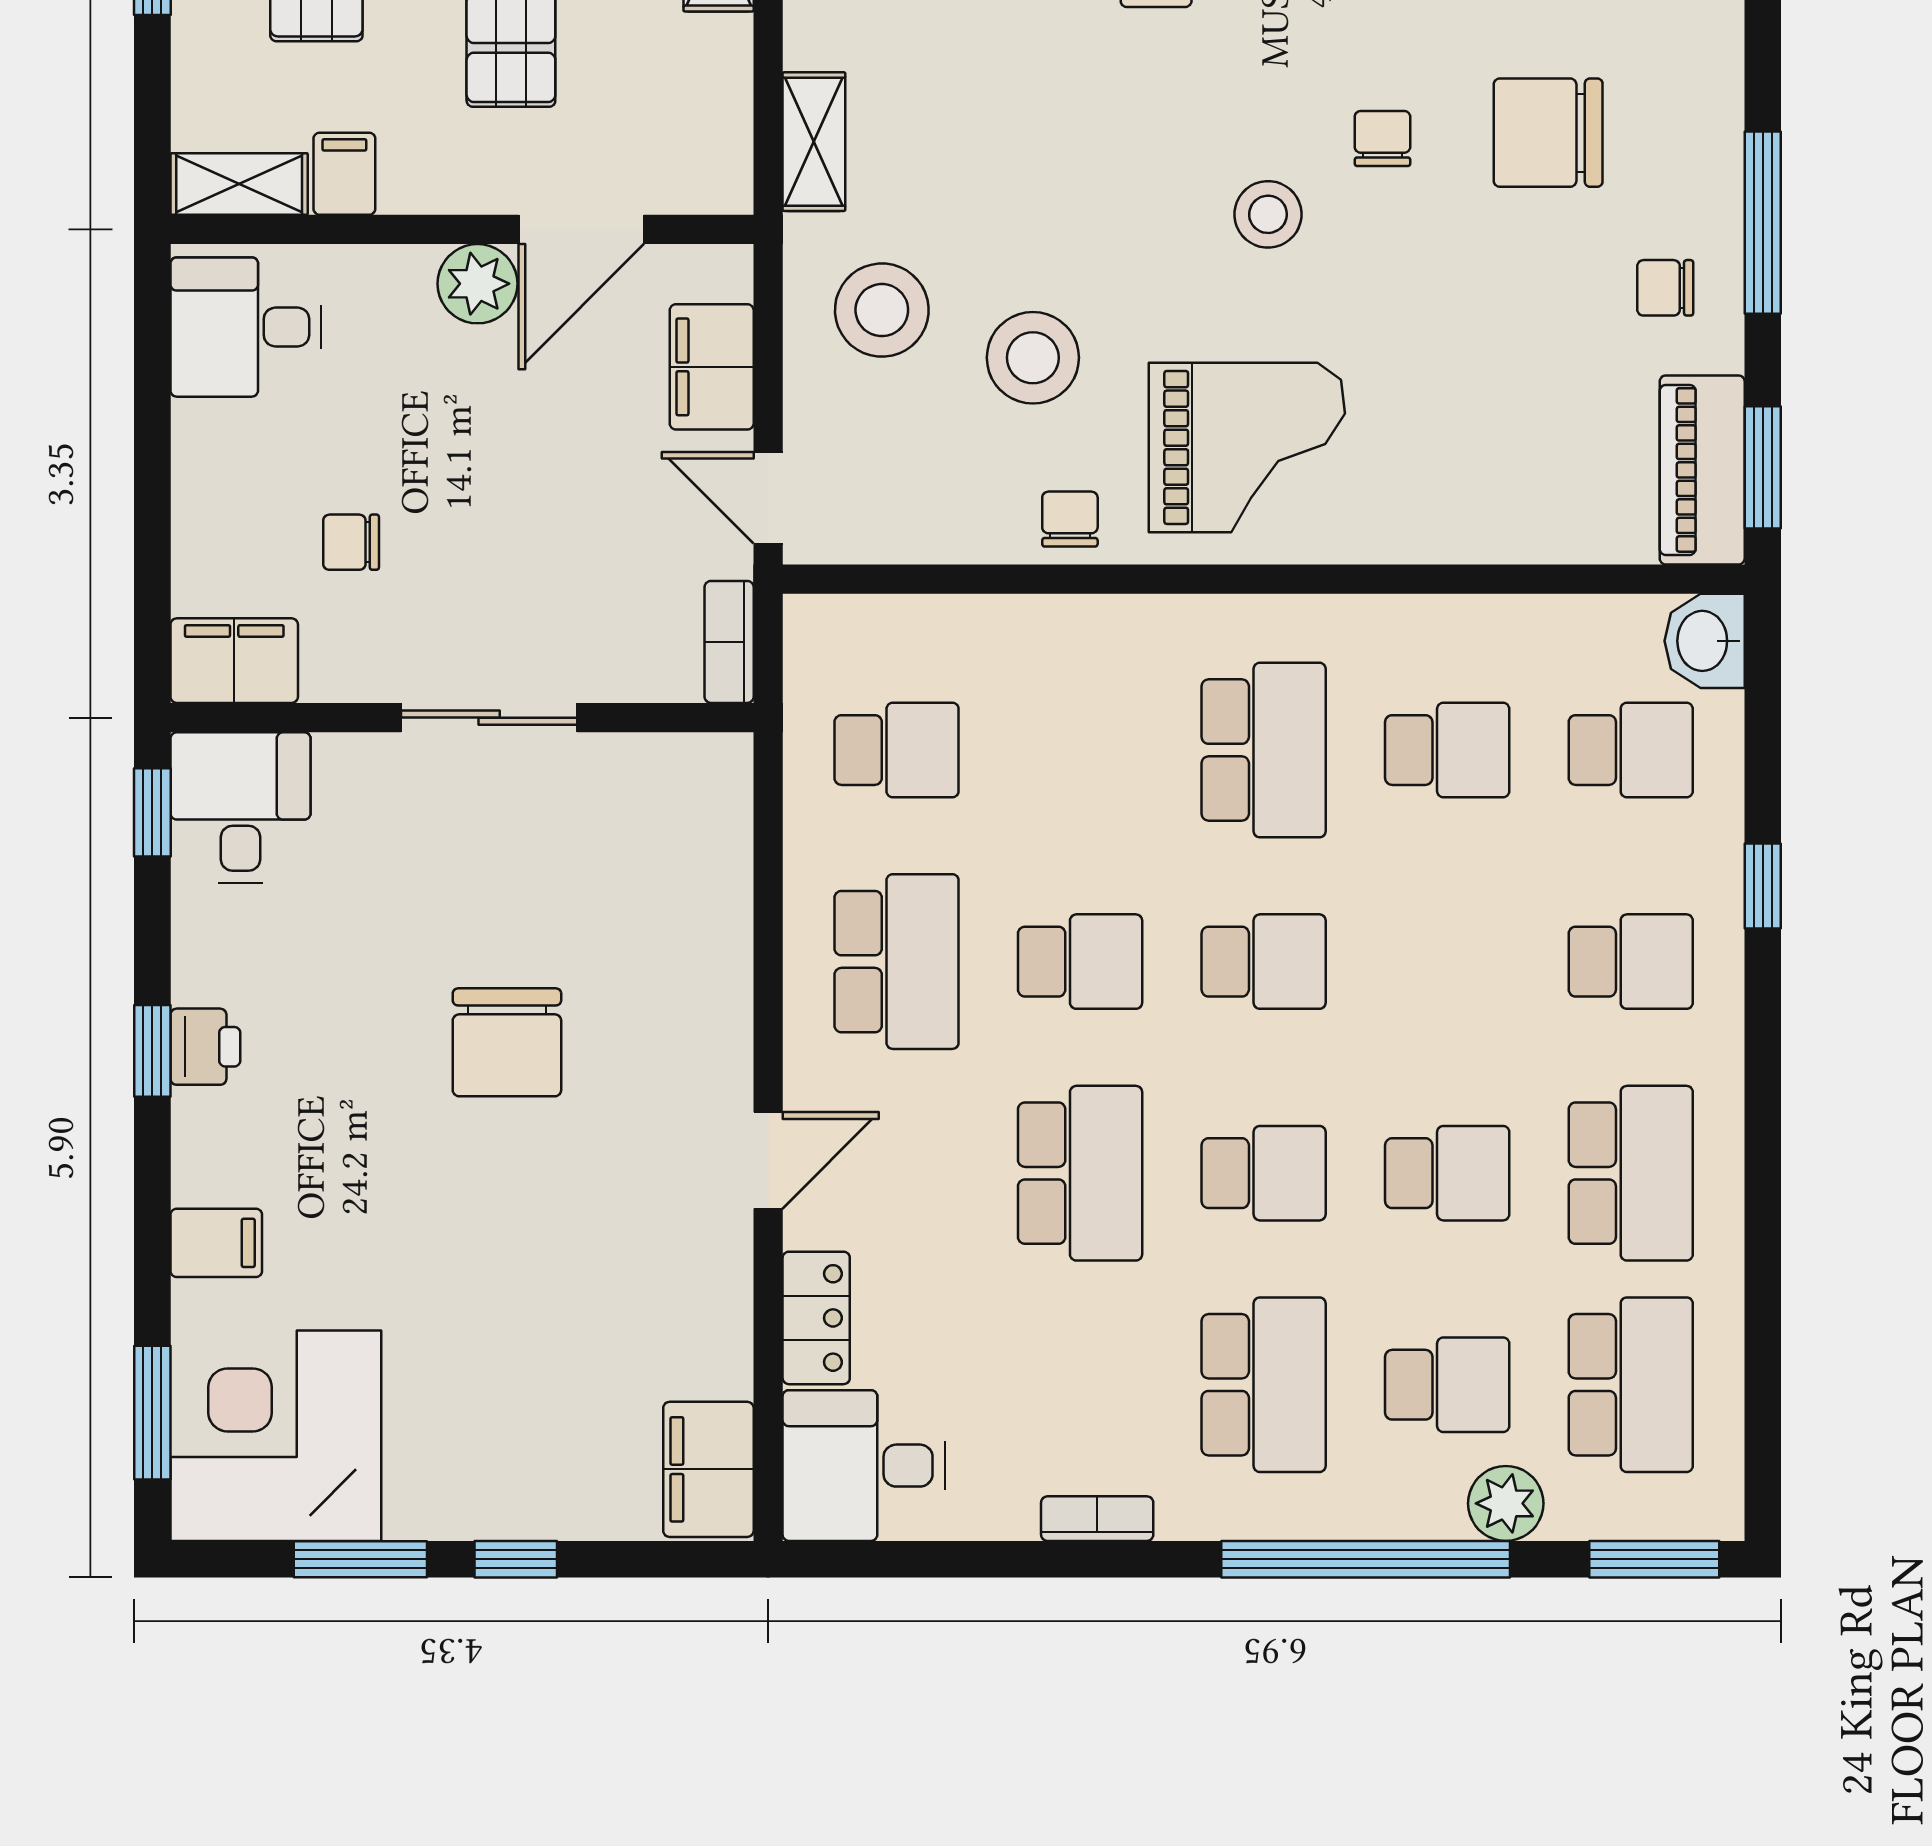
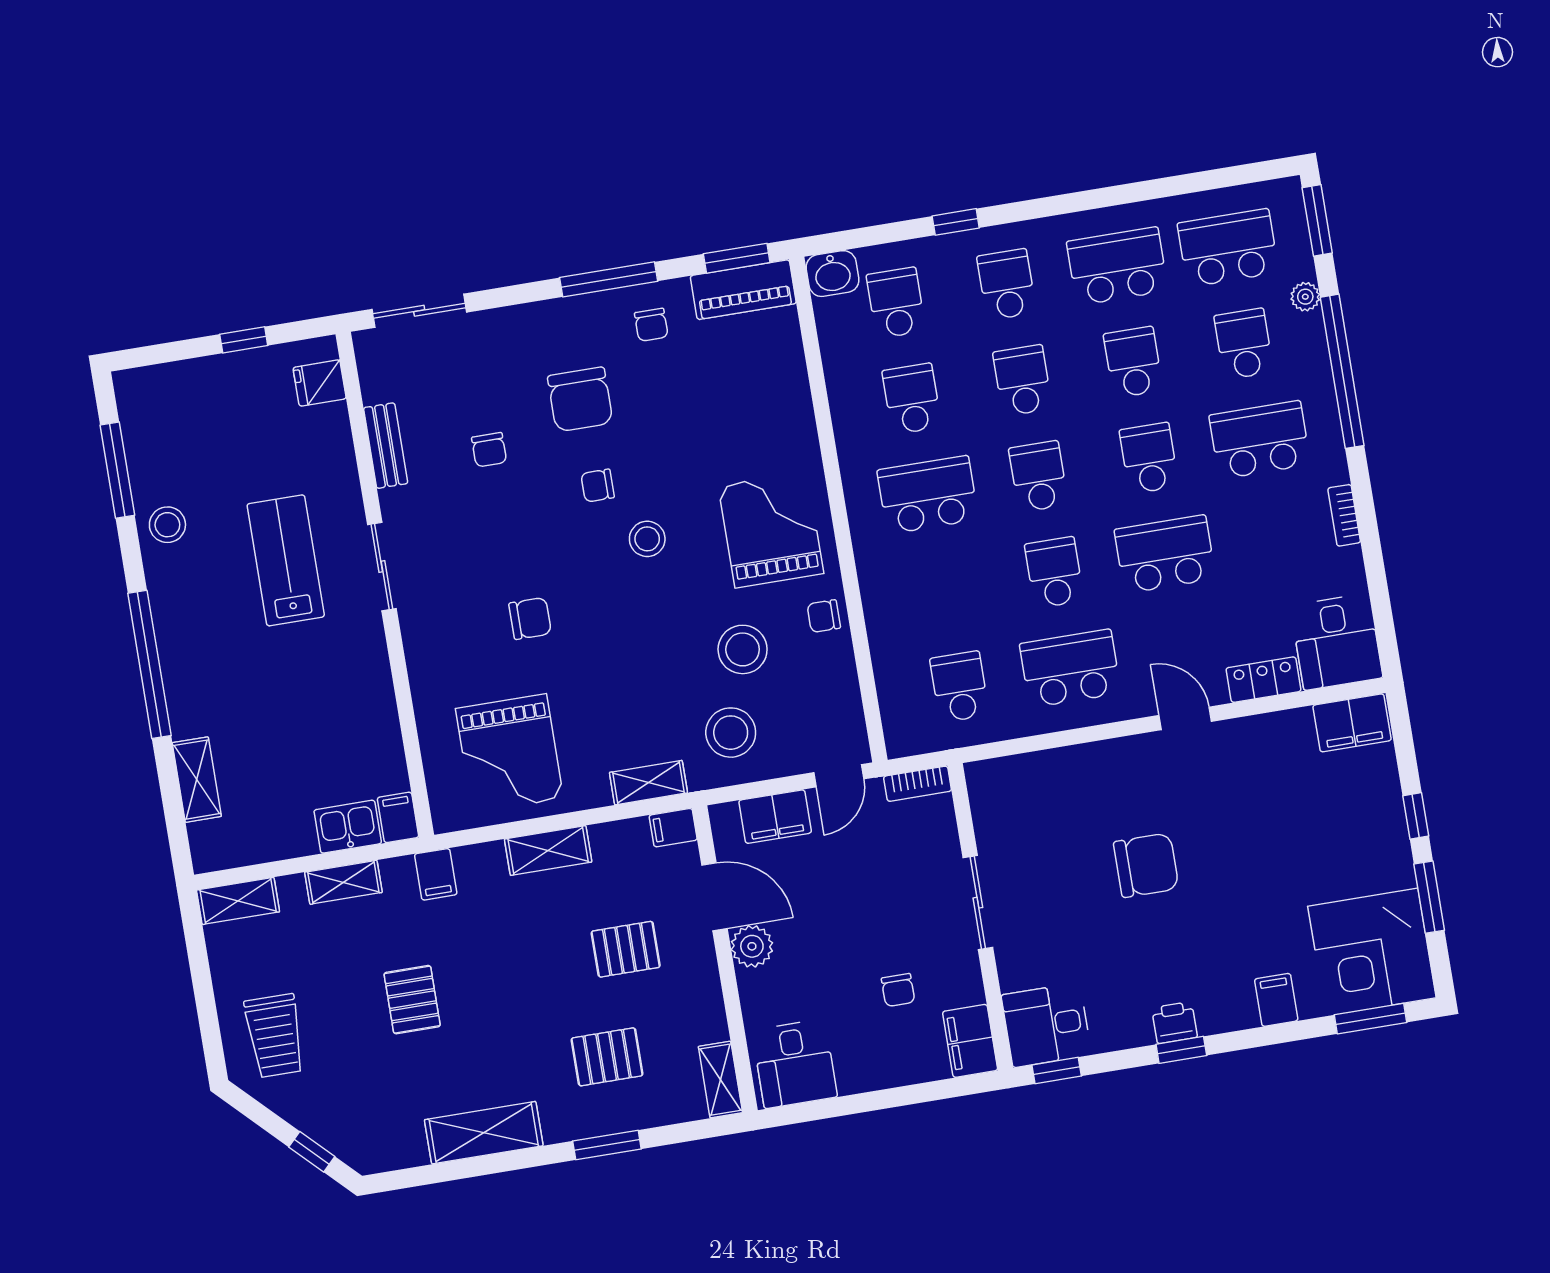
filing cabinet: (344, 174) -> (673, 828), moved
school desk: (1447, 962) -> (1023, 380), added
plant: (1506, 1503) -> (1305, 297), width x0.73, depth x0.73

